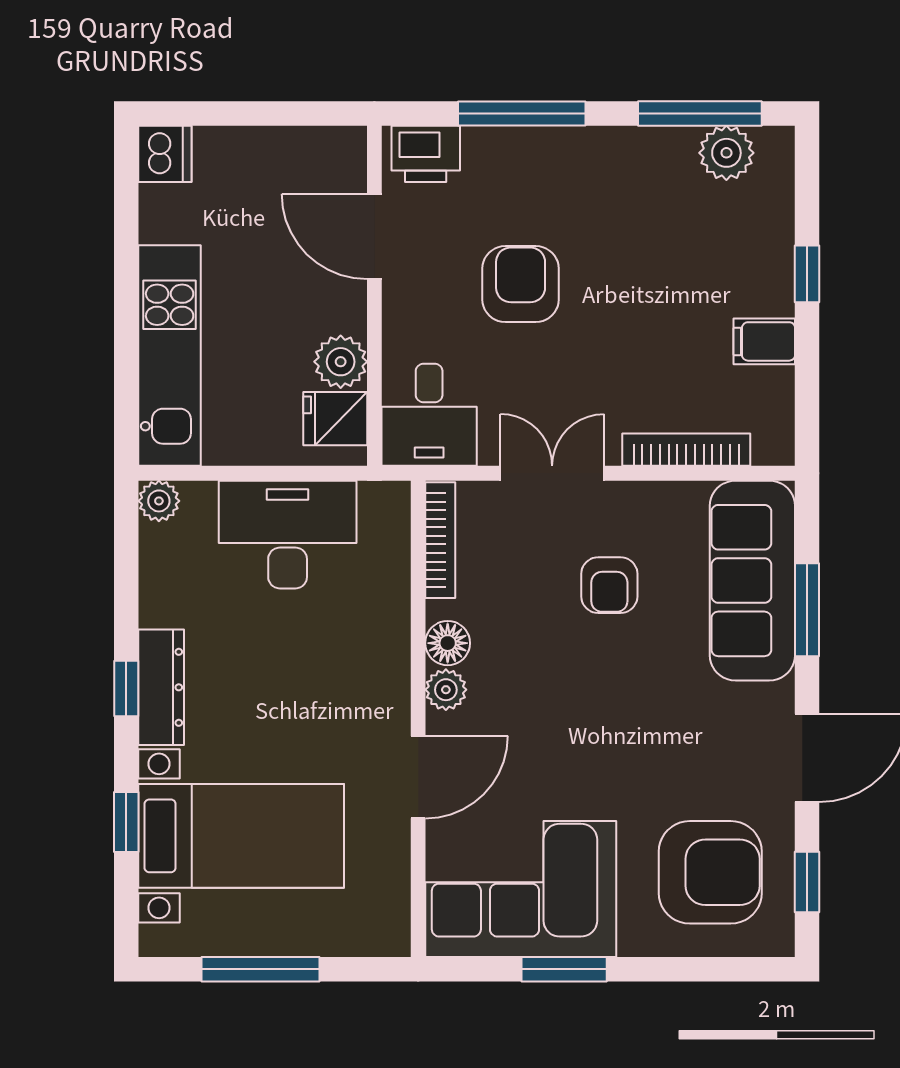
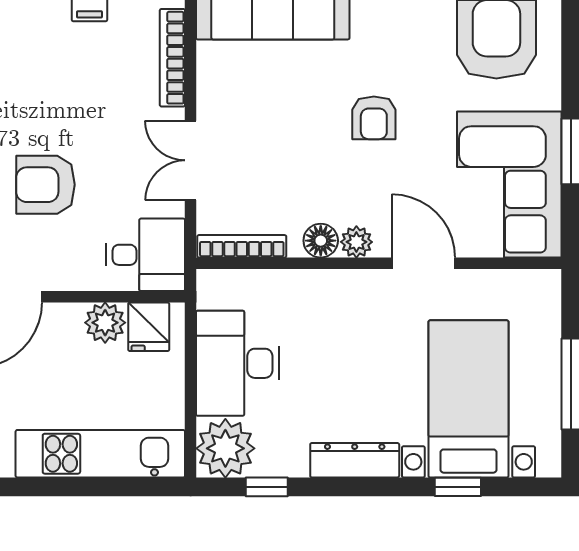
plant: (159, 501) -> (225, 448), width x1.87, depth x1.87
armchair: (609, 585) -> (374, 118), moved, turned 90
window: (126, 689) -> (267, 487), moved

